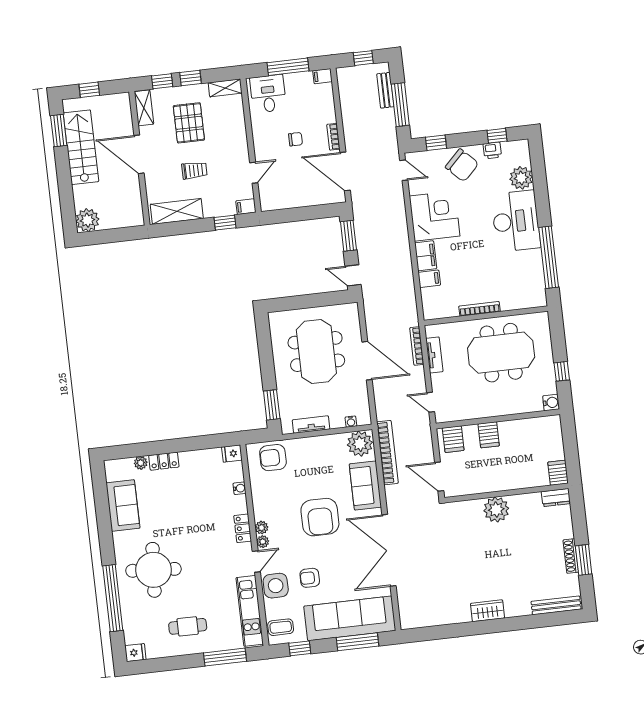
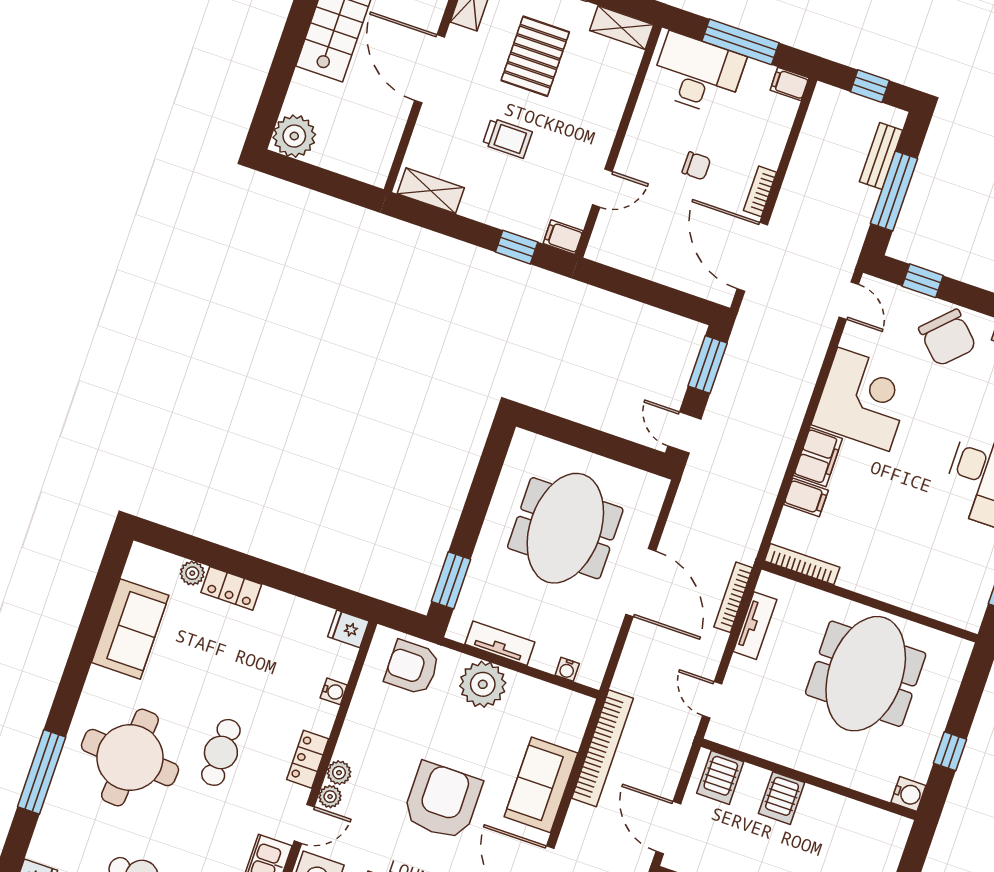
desk: (268, 94) -> (698, 74), width x1.37
shelving: (177, 211) -> (431, 191), width x0.67, depth x0.75
bookcase: (479, 309) -> (802, 564), moved
meeting table: (501, 353) -> (866, 674), turned 90
plant: (360, 444) -> (483, 684), moved
armchair: (320, 517) -> (442, 801), turned 180
cafe table: (198, 546) -> (221, 752), added
window: (113, 598) -> (42, 772), width x0.68

